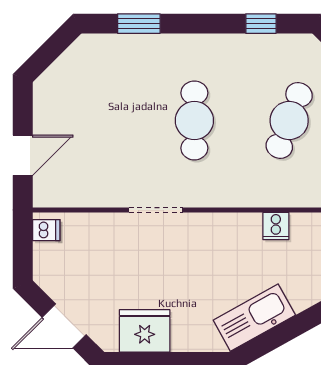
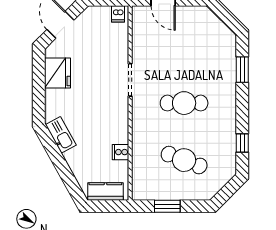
kitchen sink: (254, 318) -> (61, 135), width x0.73, depth x0.81

